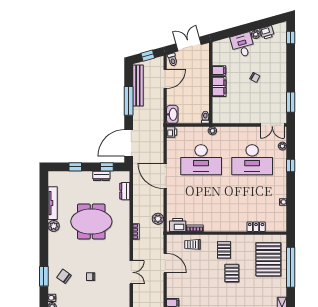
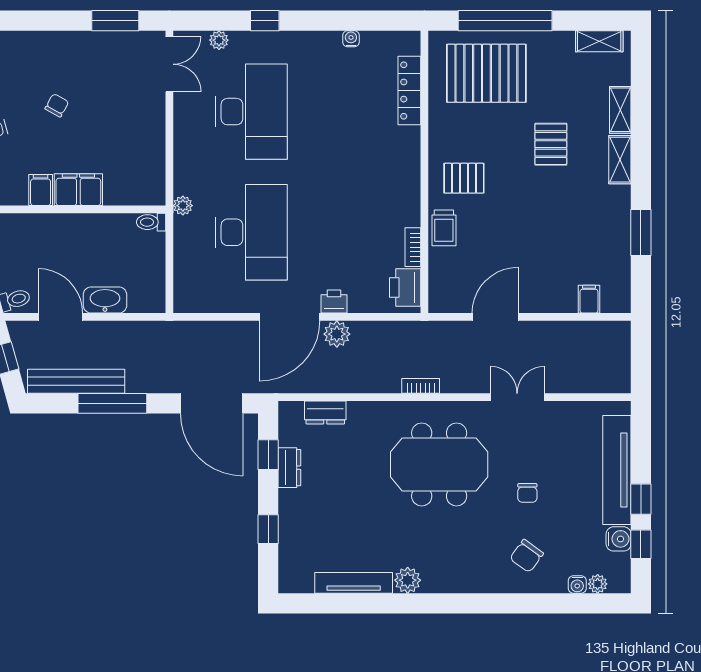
washbasin: (172, 114) -> (105, 300), moved
printer: (172, 132) -> (334, 302), moved
plant: (158, 219) -> (337, 334), moved
meeting table: (91, 222) -> (439, 464), moved, turned 90
locker: (256, 227) -> (409, 91), width x1.53
trolley: (193, 244) -> (444, 228), moved
pallet: (232, 273) -> (551, 144), moved, turned 90
window: (44, 276) -> (526, 603), removed

